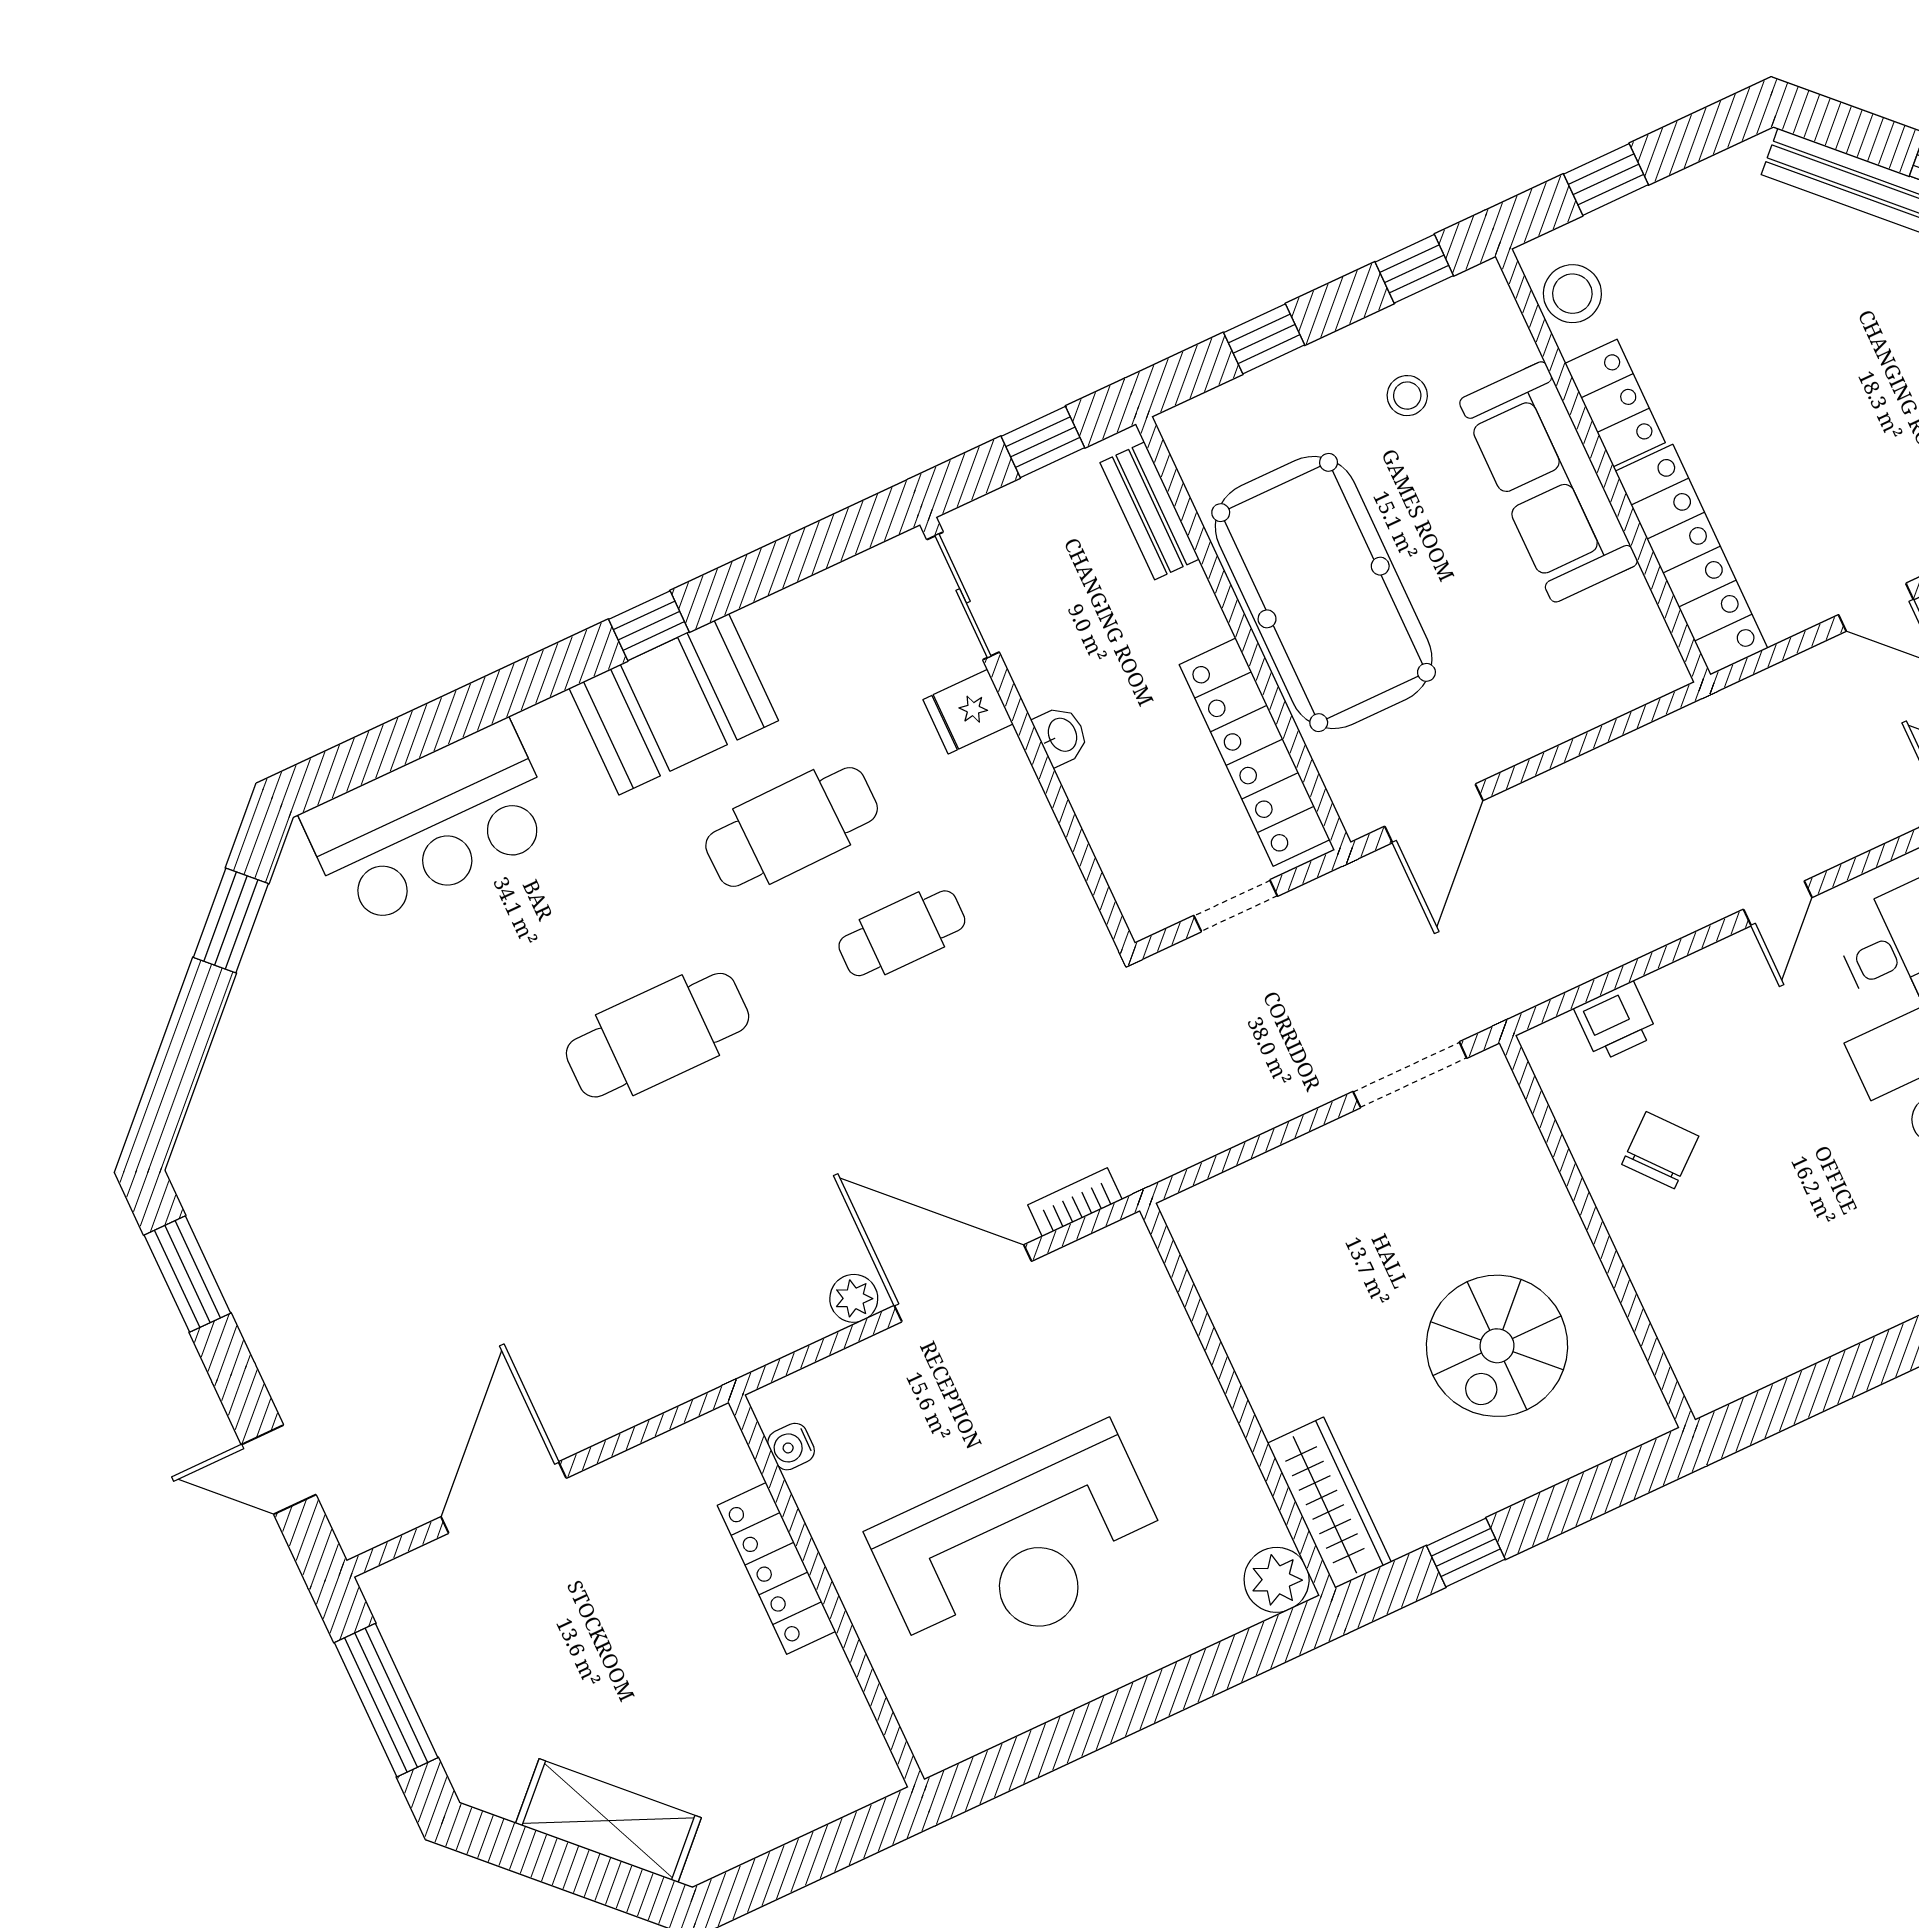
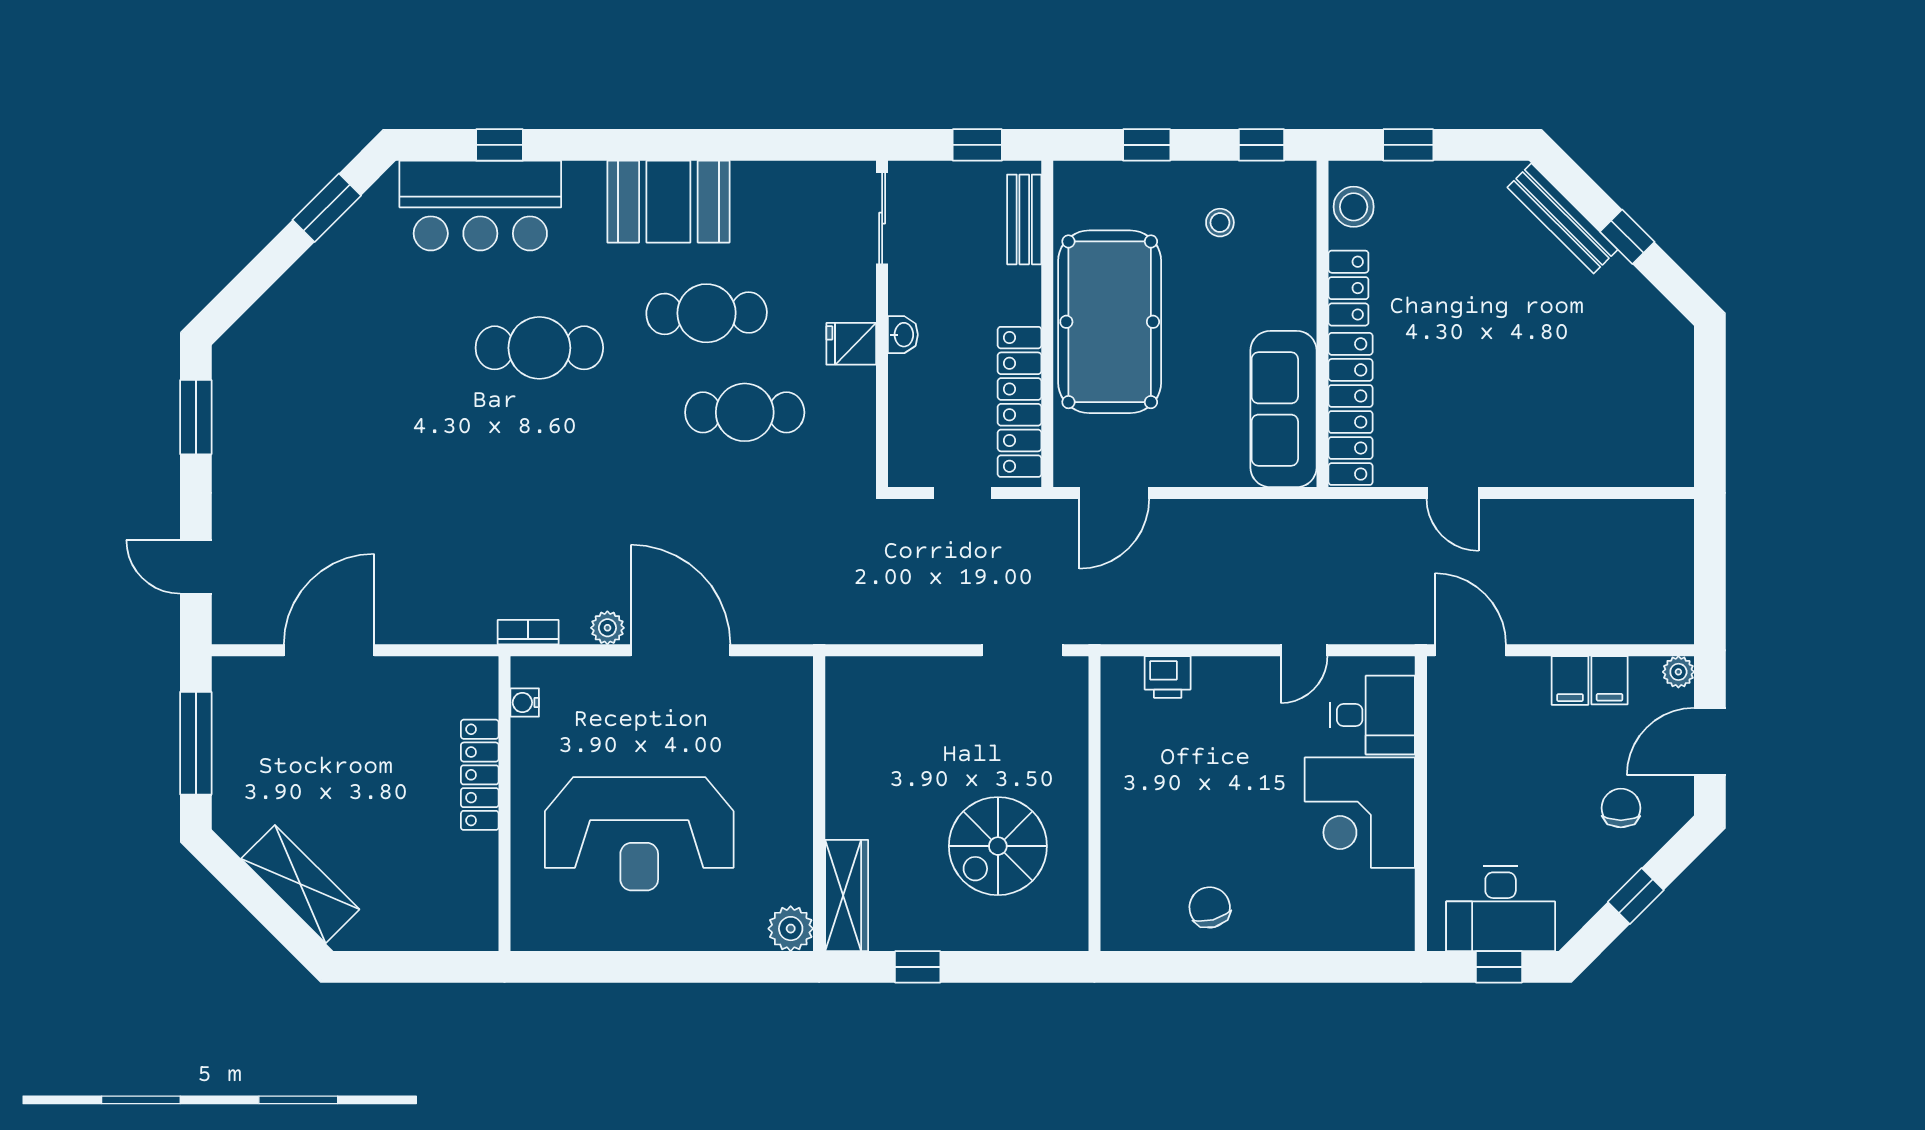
sofa: (1549, 482) -> (1283, 409), moved
window: (649, 626) -> (500, 145), moved
fridge: (968, 712) -> (851, 344), moved
cafe table: (902, 933) -> (745, 412), width x1.37, depth x1.35
cafe table: (658, 1035) -> (539, 348), moved
chair: (1660, 1150) -> (1210, 907), moved, turned -65
bookcase: (1075, 1202) -> (528, 632), moved

